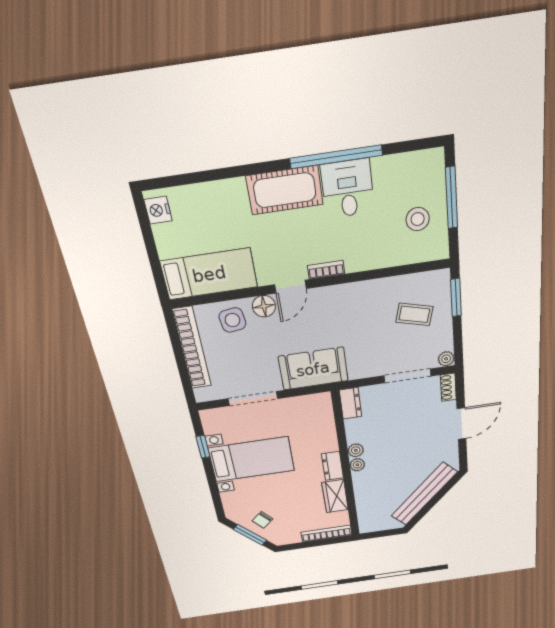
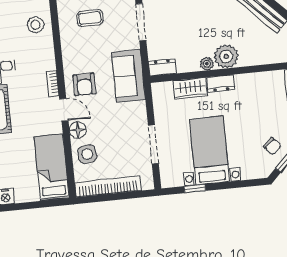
stool: (418, 219) -> (36, 25), moved
armchair: (326, 312) -> (84, 84), added
coffee table: (414, 314) -> (90, 18), turned 75
sofa: (313, 369) -> (128, 76), moved
plant: (357, 465) -> (226, 56), width x1.87, depth x1.87
wardrobe: (335, 496) -> (190, 88), moved

